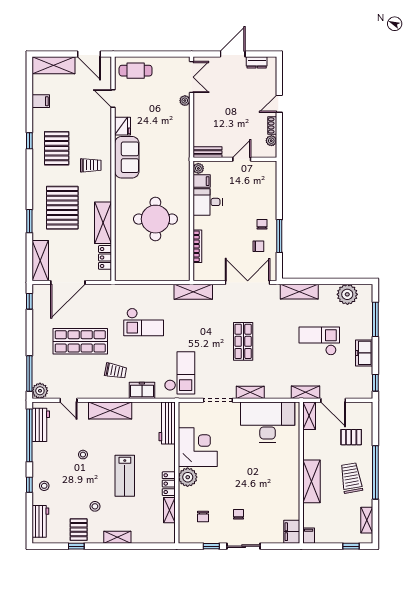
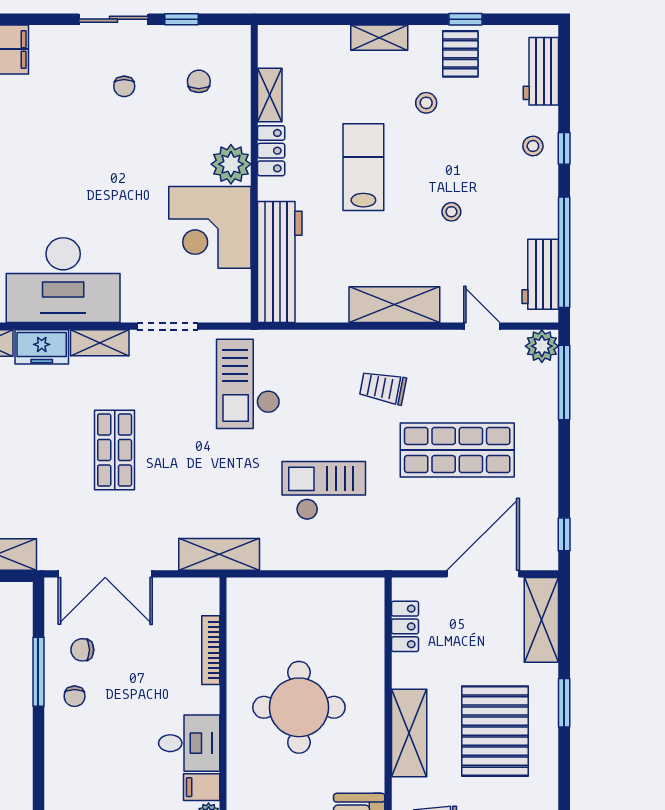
shelving: (103, 223) -> (409, 733), moved
freezer: (142, 390) -> (42, 347), moved
workbench: (167, 423) -> (280, 262), width x1.36, depth x1.32

